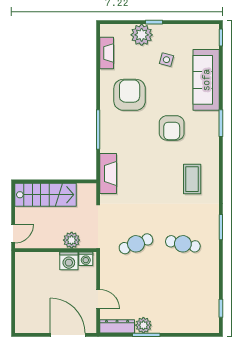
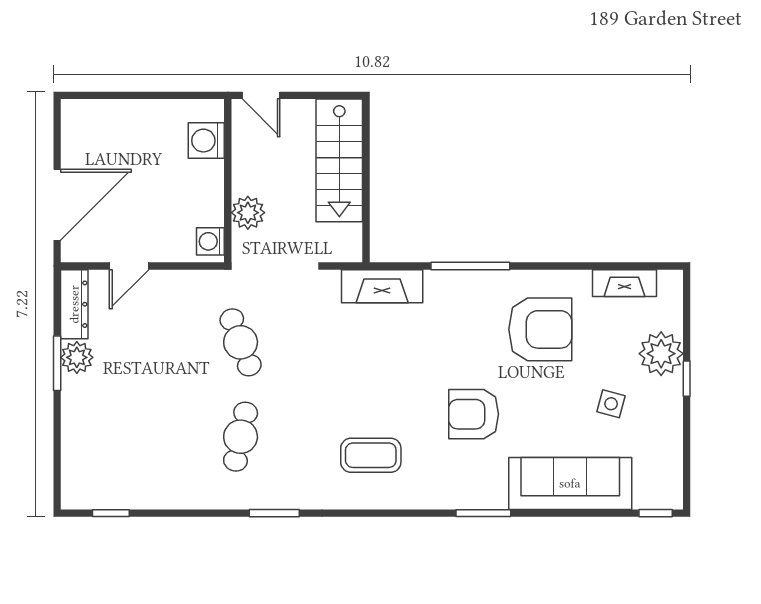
washing machine: (69, 261) -> (206, 141), moved

